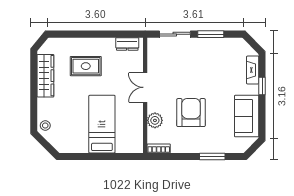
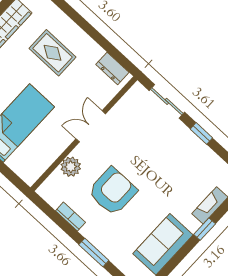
window: (211, 34) -> (201, 133), width x0.67
bookcase: (159, 148) -> (70, 217), moved

